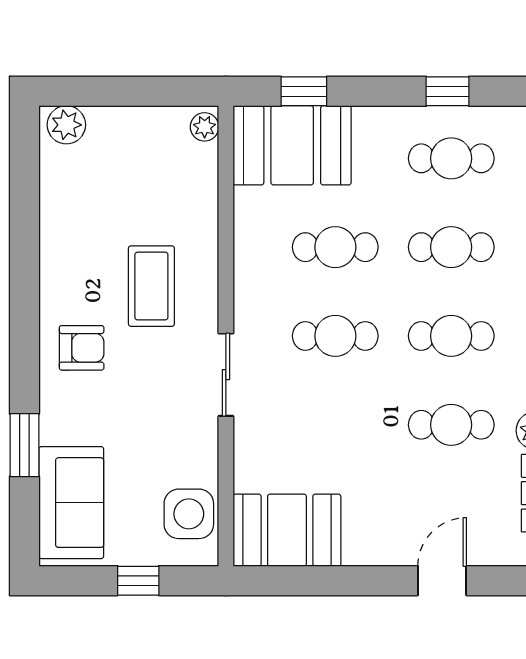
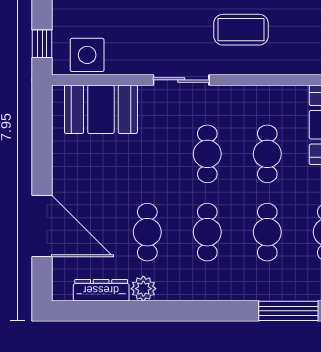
booth: (287, 530) -> (101, 109), moved, turned 90
window: (138, 581) -> (42, 44), moved
door: (442, 581) -> (42, 226), width x1.87

